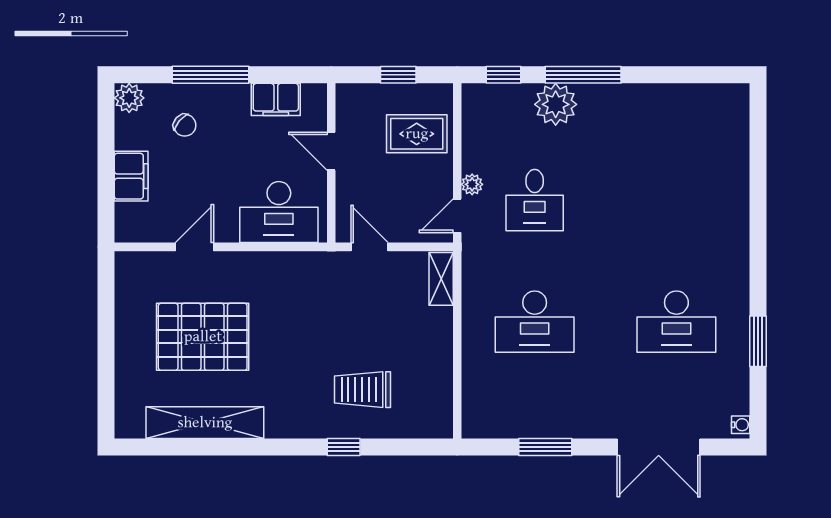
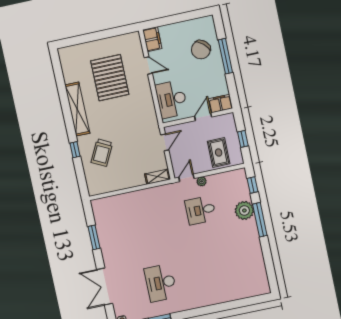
plant: (129, 98) -> (208, 22), removed
filing cabinet: (276, 99) -> (220, 104), moved, turned 90
chair: (185, 125) -> (201, 50), width x1.87, depth x1.87
filing cabinet: (131, 176) -> (152, 39), moved, turned -90
door: (457, 216) -> (186, 178), hinge flipped
desk: (535, 322) -> (147, 221), removed
trolley: (363, 390) -> (102, 153), turned -153
shelving: (205, 423) -> (77, 109), moved

